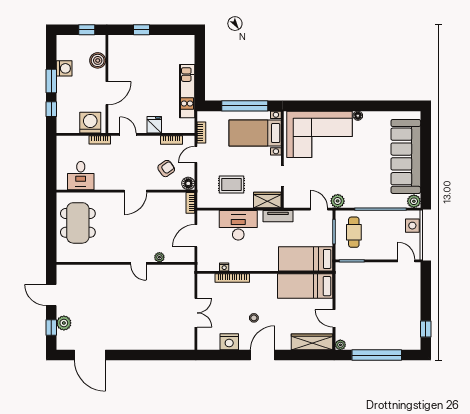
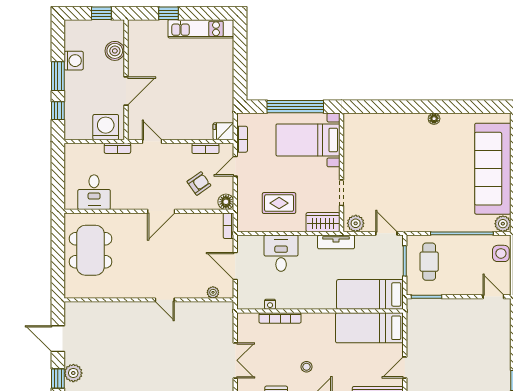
kitchen unit: (187, 91) -> (201, 29), moved, turned -90
fridge: (154, 125) -> (223, 131), moved, turned -90
corner sofa: (319, 134) -> (387, 142), removed
plant: (338, 201) -> (356, 223), moved
desk: (238, 225) -> (281, 253), width x0.73
door: (196, 236) -> (235, 266), hinge flipped
plant: (159, 257) -> (213, 292), moved
door: (334, 318) -> (405, 367), hinge flipped

